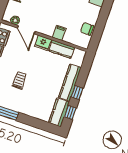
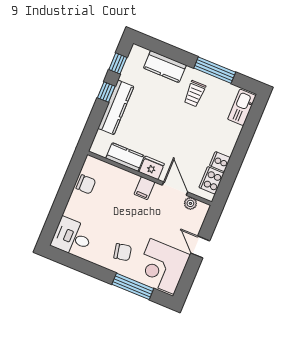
filing cabinet: (59, 33) -> (144, 188), moved
trolley: (19, 80) -> (195, 94), moved
kitchen counter: (59, 112) -> (165, 67), moved, turned 90

